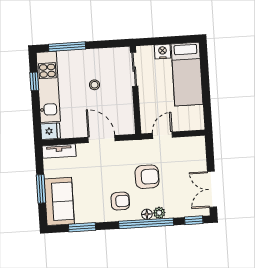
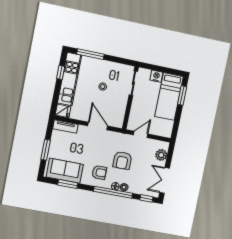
window: (204, 68) -> (182, 95), added
plant: (198, 156) -> (161, 155), added
armchair: (147, 177) -> (122, 160), turned 90
sofa: (59, 201) -> (65, 171), moved, turned -90

